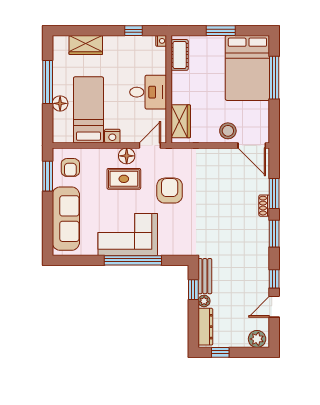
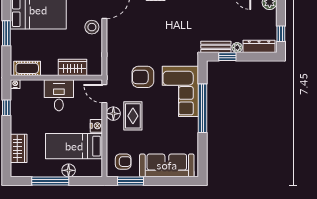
wardrobe: (181, 121) -> (72, 67), moved
corner sofa: (128, 234) -> (180, 91), moved

